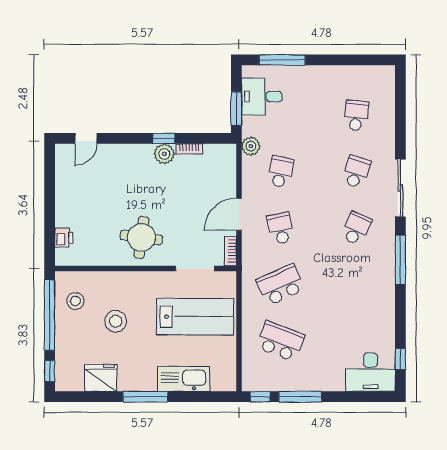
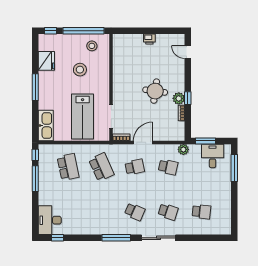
door: (239, 214) -> (143, 142), hinge flipped
printer: (64, 237) -> (149, 39), moved
round table: (141, 237) -> (155, 91), moved
school desk: (280, 341) -> (68, 167), turned -33
kitchen sink: (184, 379) -> (46, 126), moved

